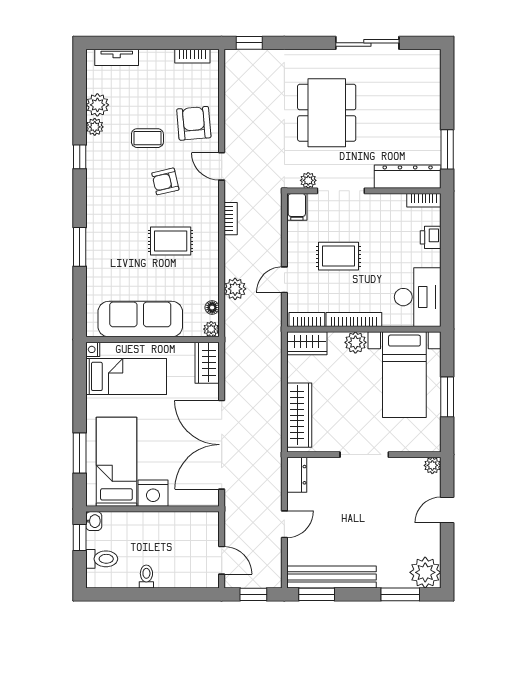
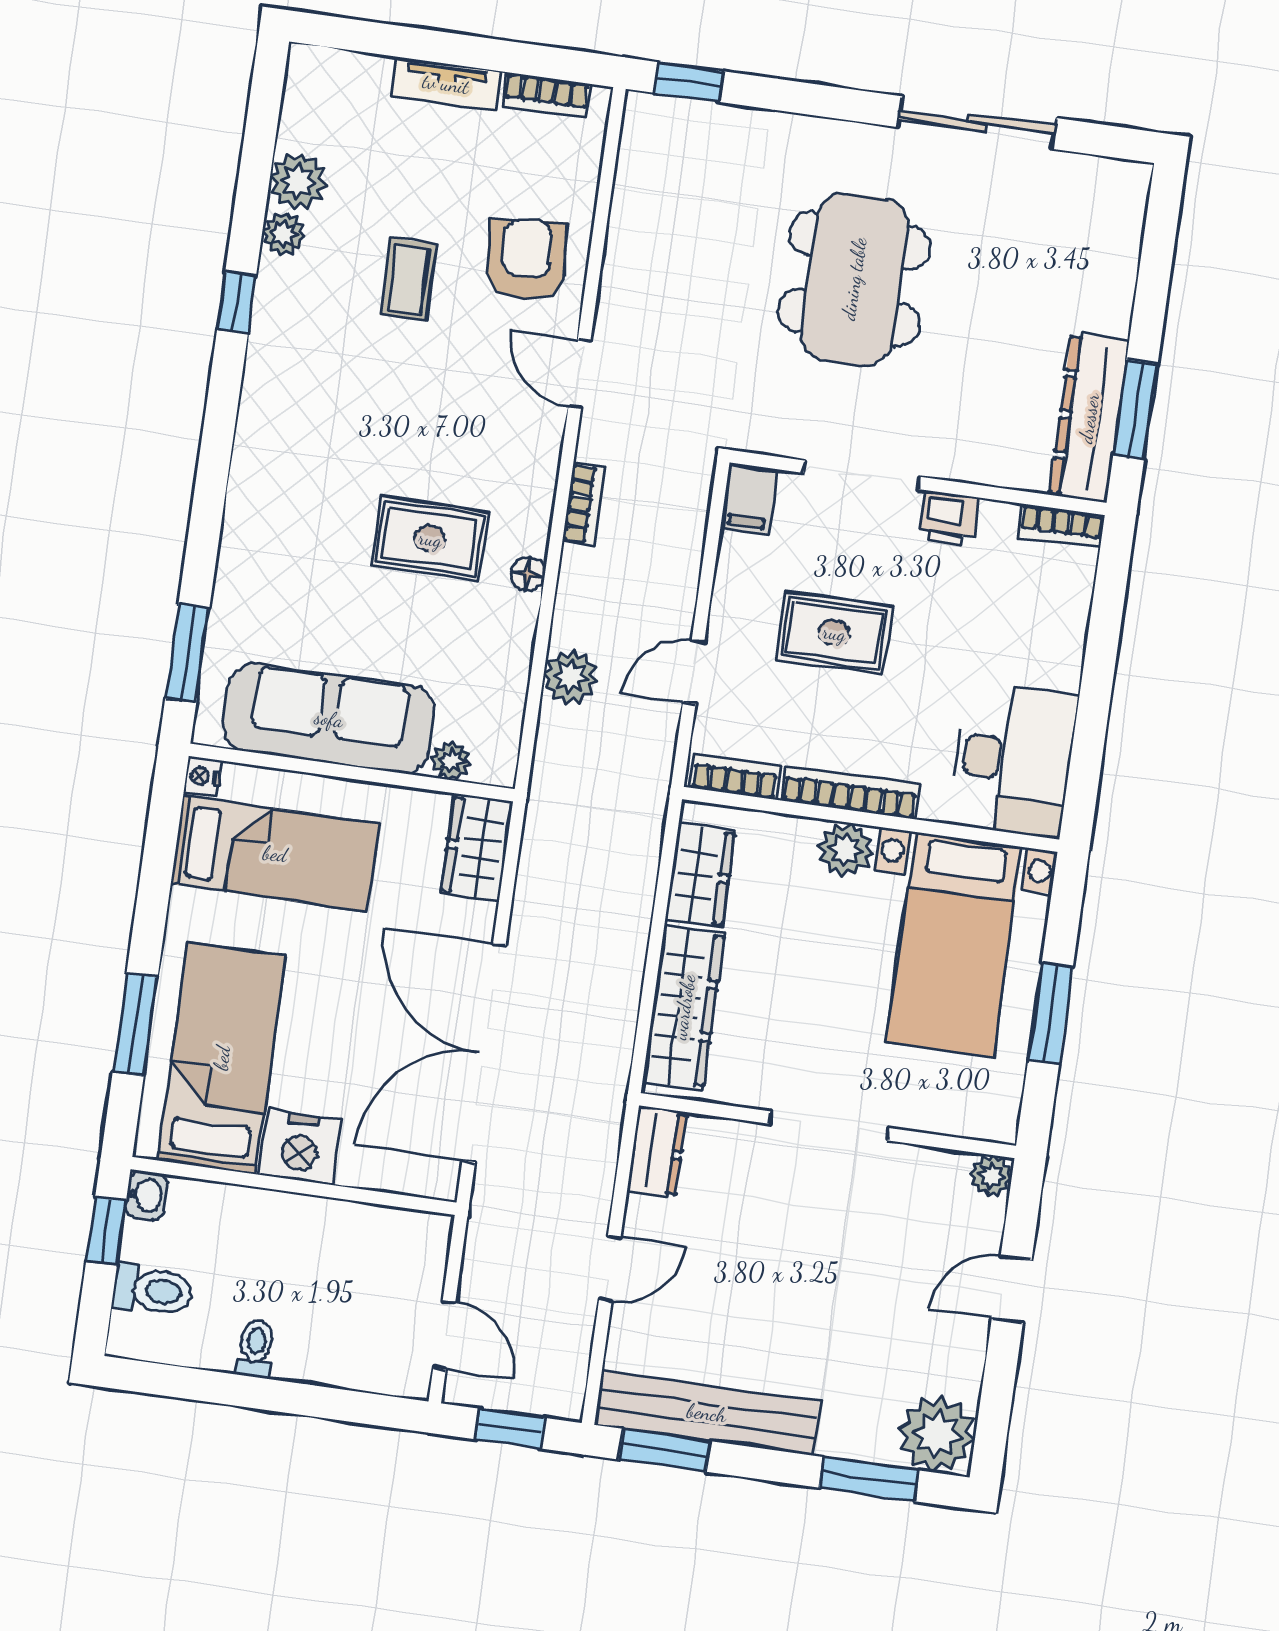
tv unit: (117, 57) -> (446, 84), moved
coffee table: (147, 138) -> (408, 279), turned 90
dresser: (408, 177) -> (1089, 418), moved, turned -90
plant: (308, 180) -> (786, 438), removed
armchair: (165, 181) -> (437, 391), removed
printer: (431, 237) -> (949, 519), moved, turned -90
window: (80, 247) -> (187, 653), moved
floor lamp: (212, 308) -> (528, 574), moved
plant: (211, 329) -> (451, 761), moved
wardrobe: (307, 343) -> (700, 875), moved, turned -90

